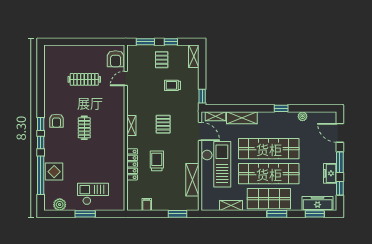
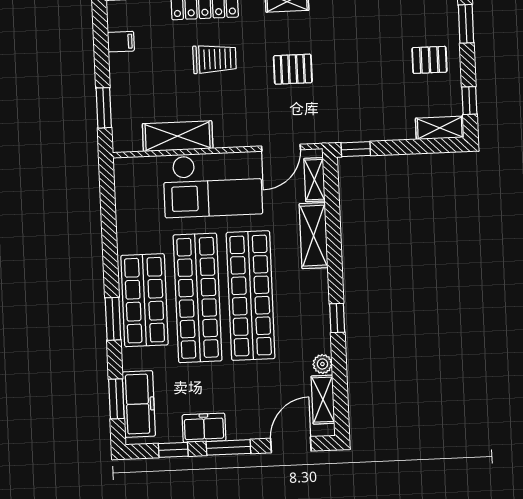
window: (171, 42) -> (469, 101), moved
trolley: (172, 85) -> (376, 85), removed
shelving: (231, 206) -> (323, 400), moved

